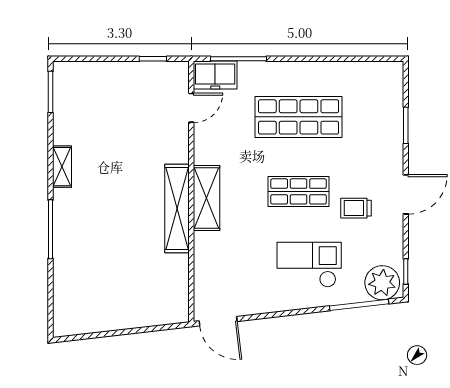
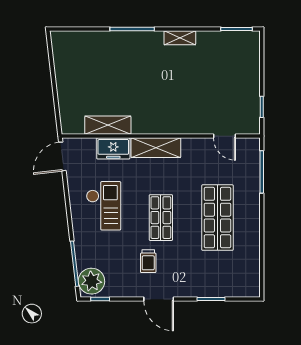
freezer: (215, 75) -> (113, 148), moved, turned -90
shelving: (177, 208) -> (108, 125), moved, width x0.68
trolley: (356, 208) -> (148, 261), turned 180
checkout: (309, 265) -> (104, 206), moved

